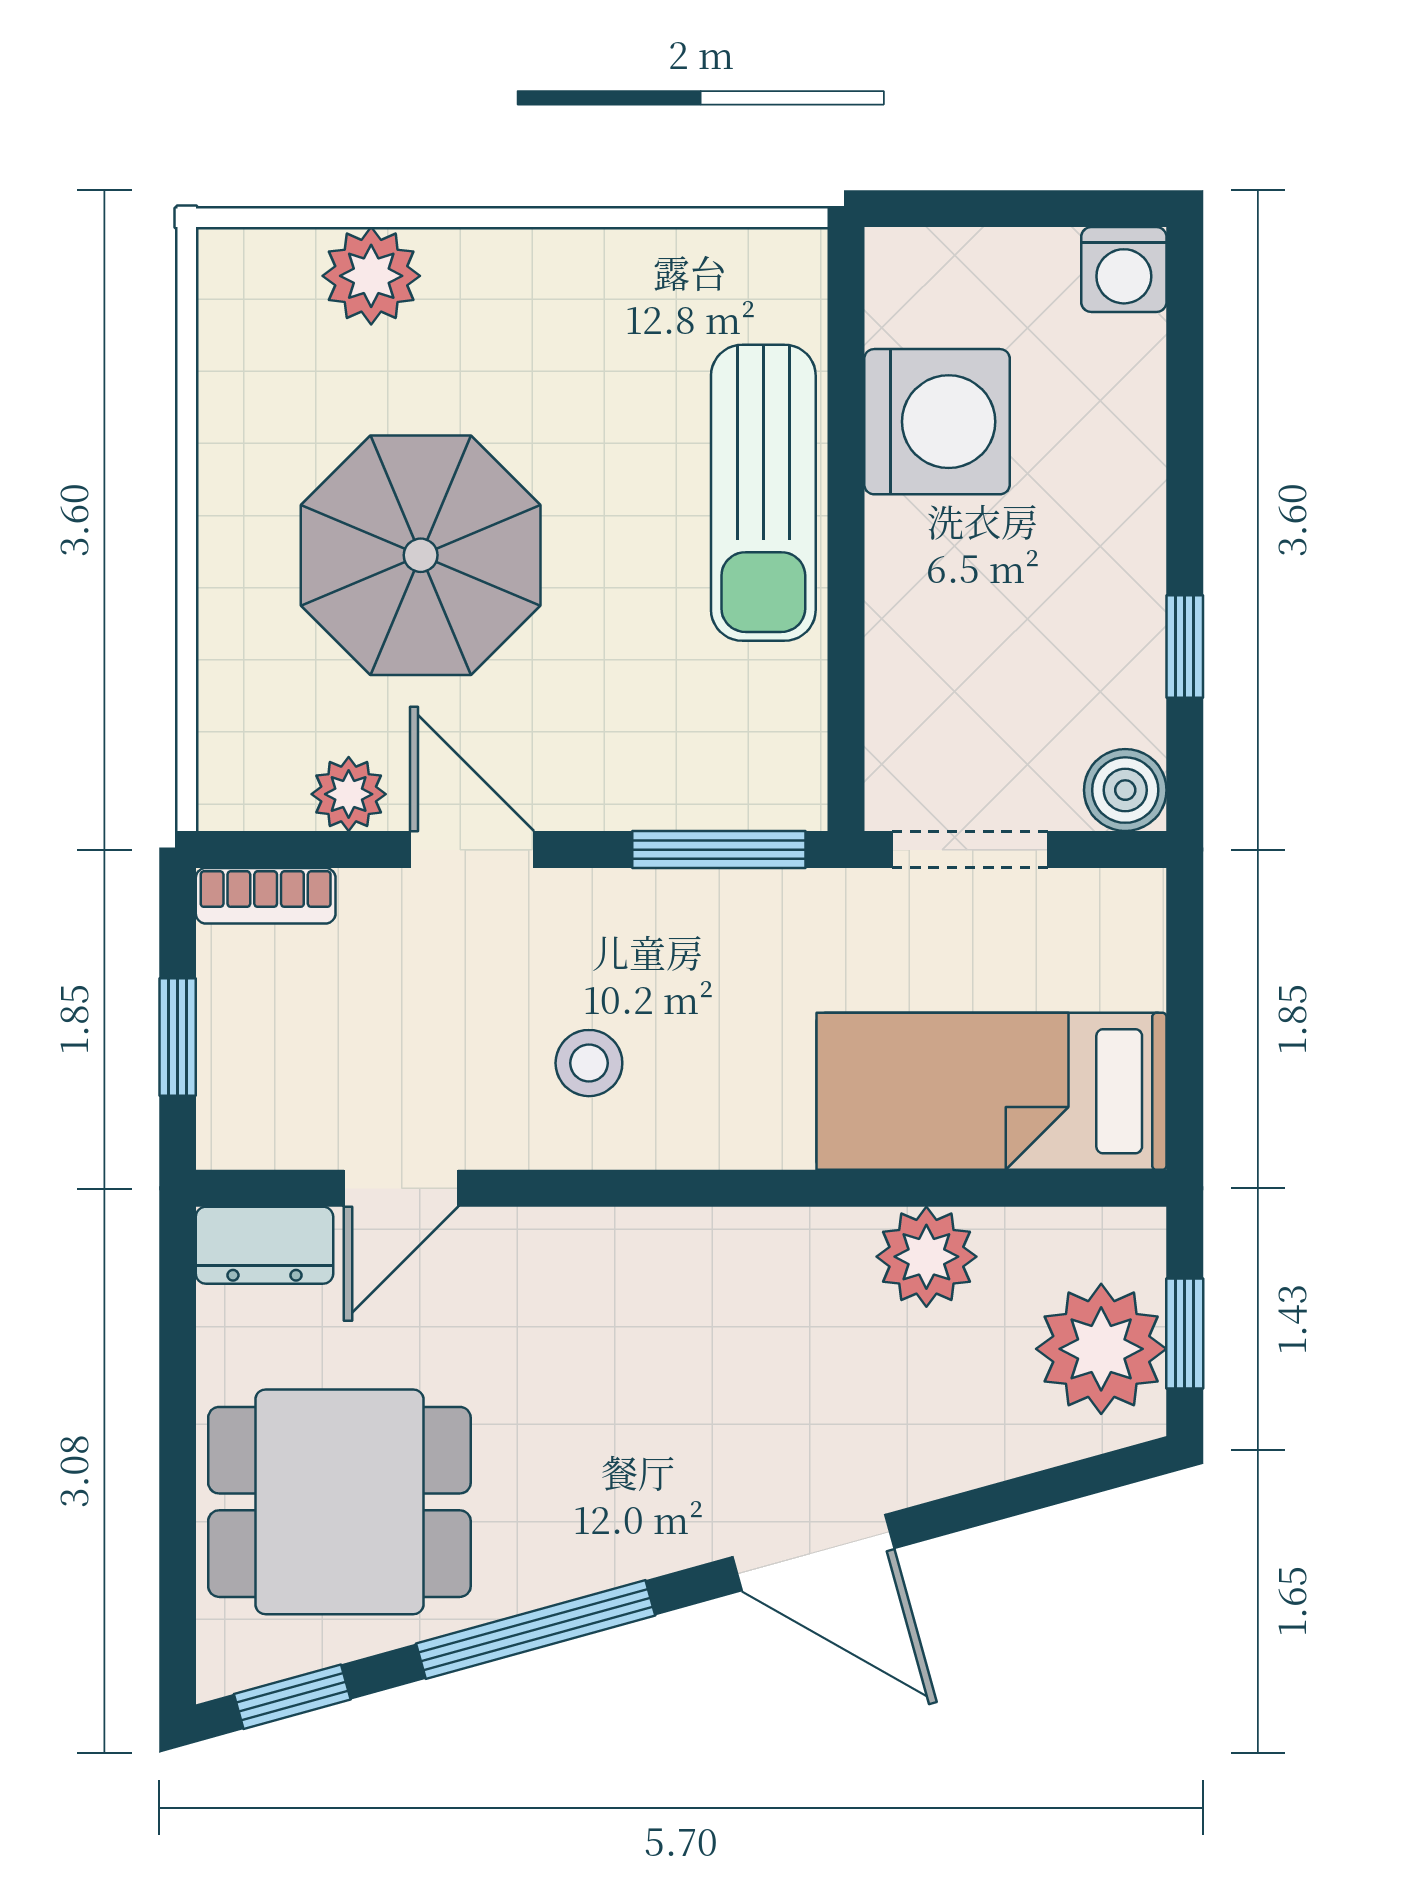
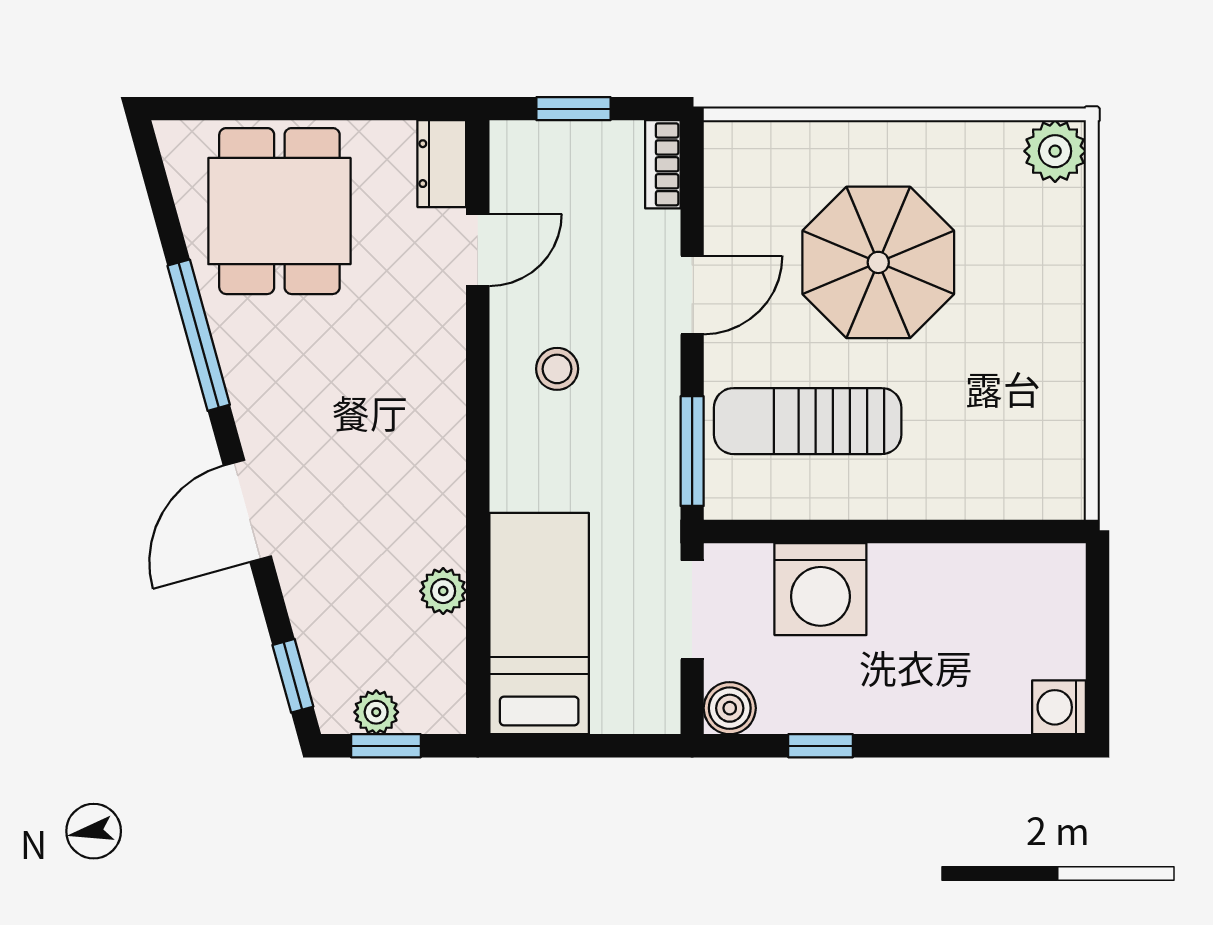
plant: (371, 276) -> (1055, 151), moved
washing machine: (937, 422) -> (820, 589), moved
sun lounger: (763, 493) -> (808, 421), moved
plant: (349, 794) -> (727, 217), removed
door: (401, 1188) -> (478, 250), swing flipped
plant: (926, 1257) -> (443, 591), width x0.73, depth x0.73
plant: (1101, 1349) -> (376, 712), width x0.53, depth x0.53
window: (292, 1697) -> (293, 676), moved

